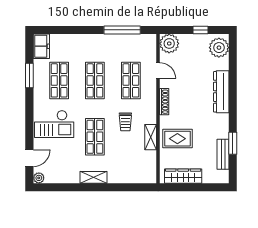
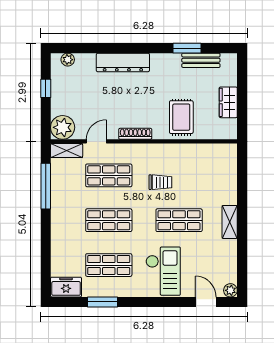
plant: (219, 48) -> (68, 60), width x0.53, depth x0.53
shelving: (151, 137) -> (67, 151), moved
wardrobe: (183, 176) -> (228, 102), width x0.67

